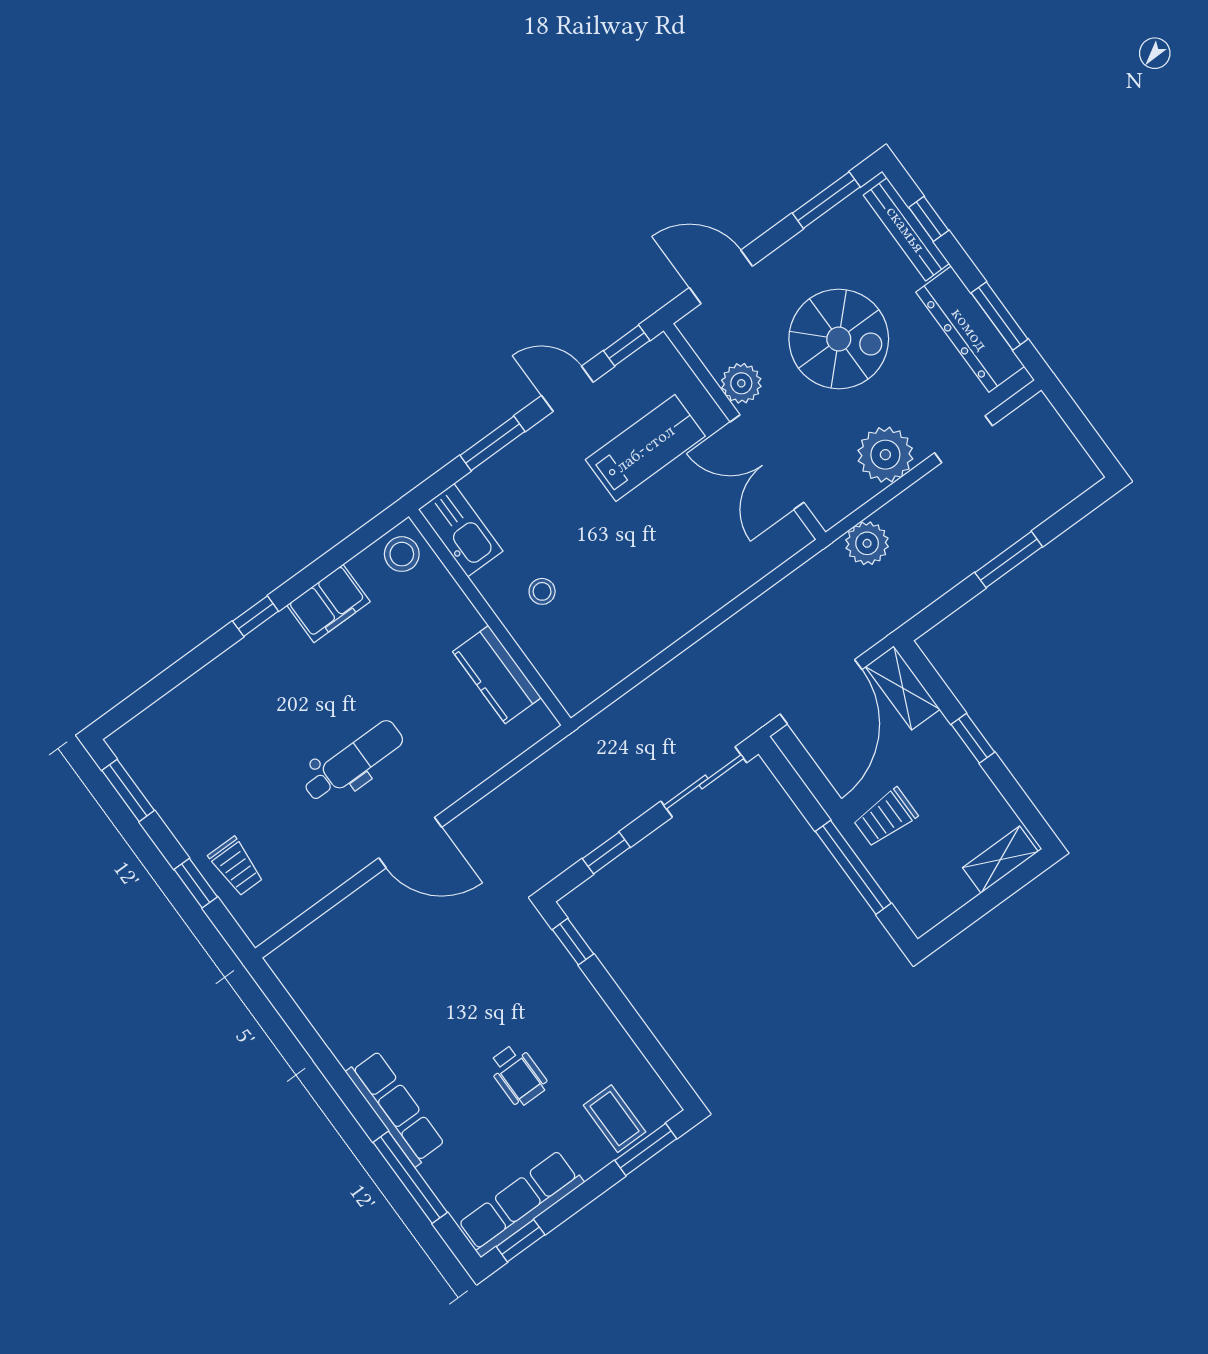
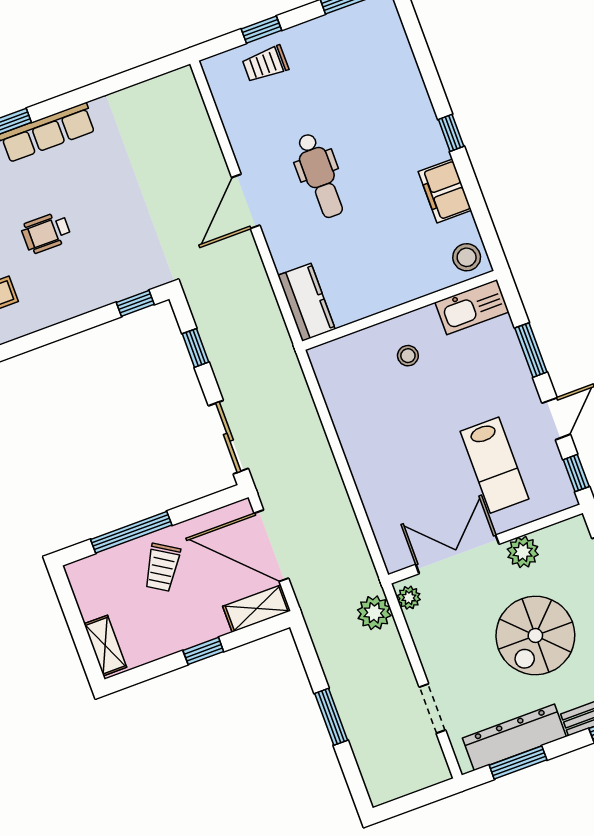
plant: (885, 455) -> (409, 598), moved, width x0.53, depth x0.53
kitchen counter: (497, 675) -> (306, 302), moved, turned 90
trolley: (885, 817) -> (162, 567), turned -148

